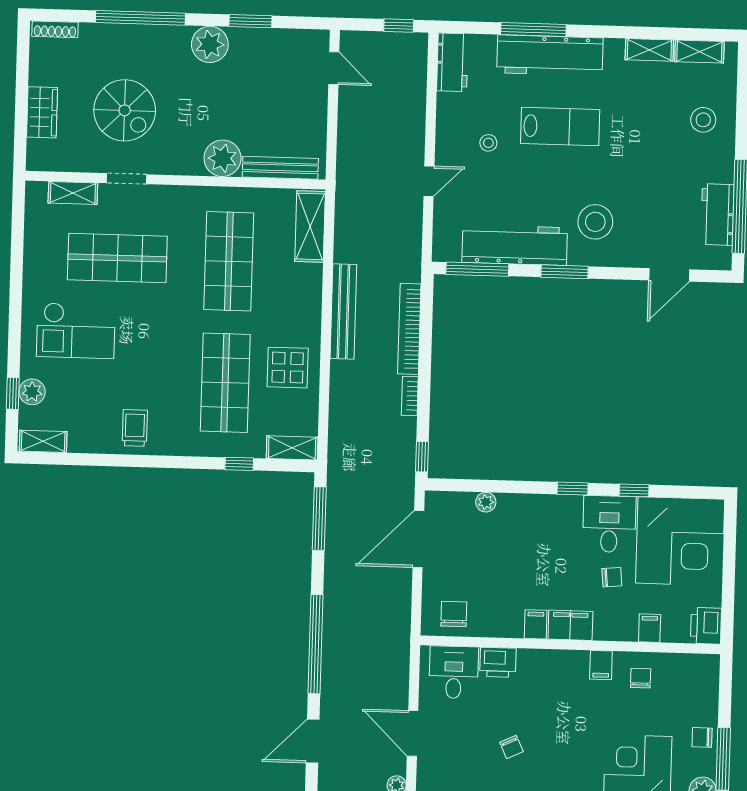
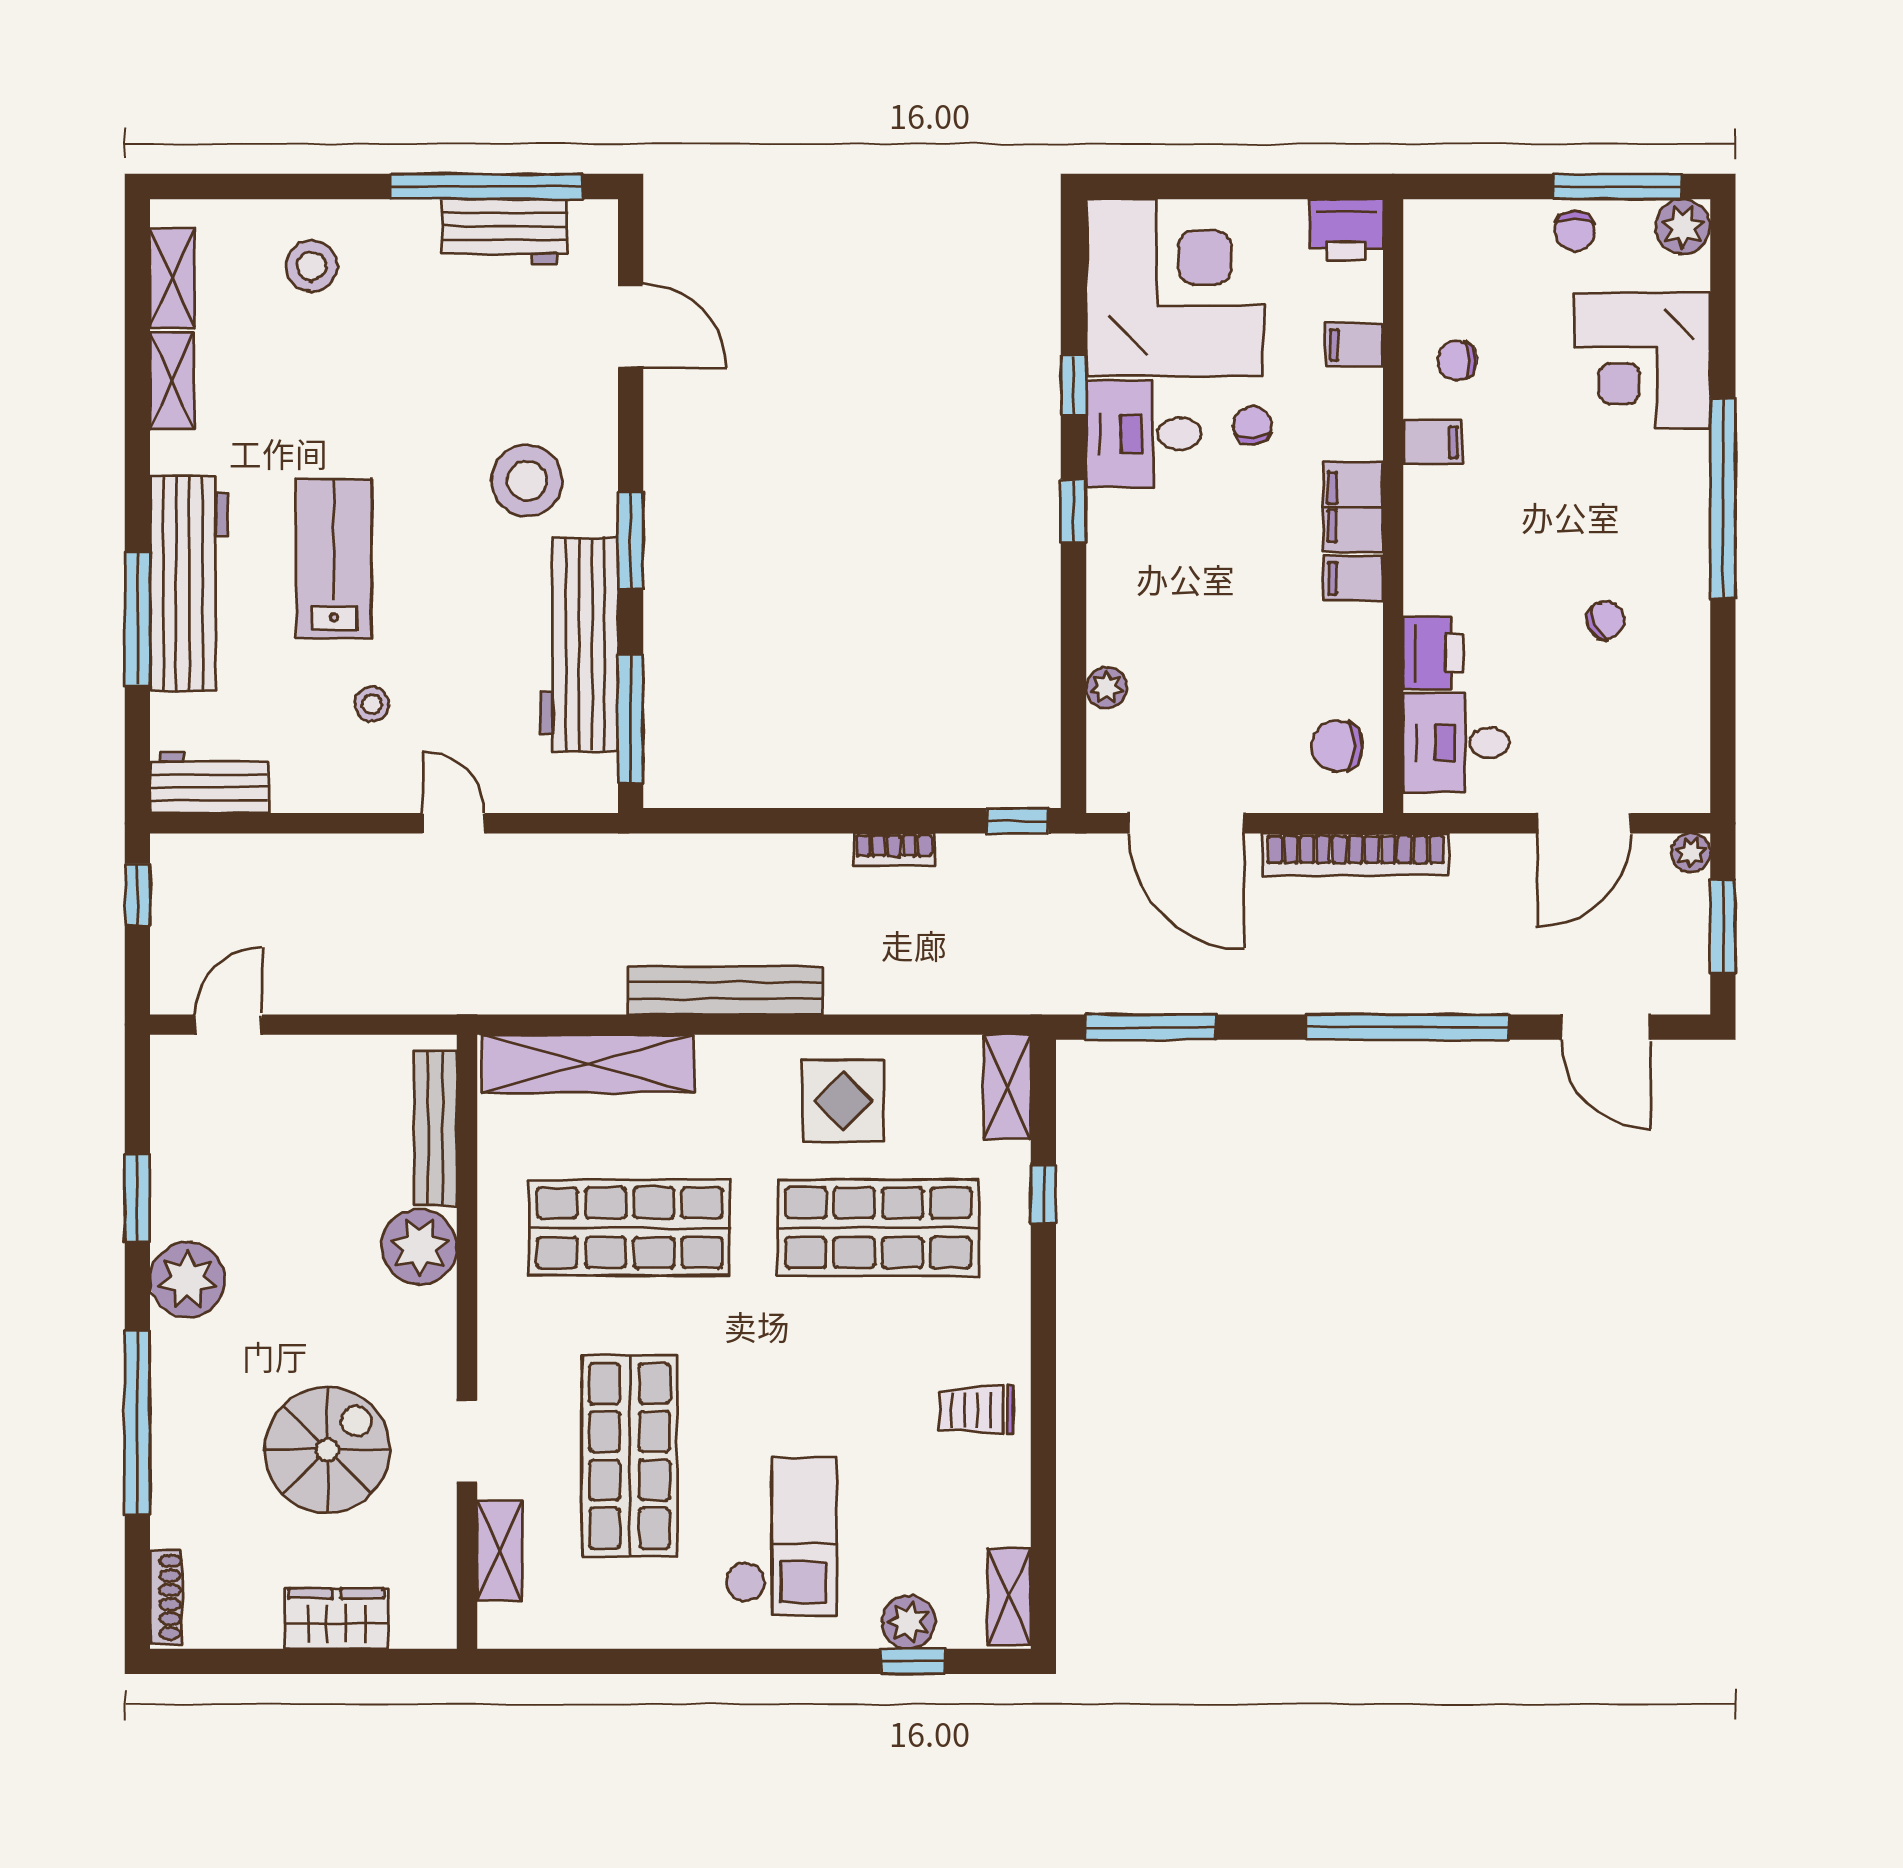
shelving: (310, 226) -> (587, 1064), width x1.47
bookcase: (409, 329) -> (1356, 854), moved

